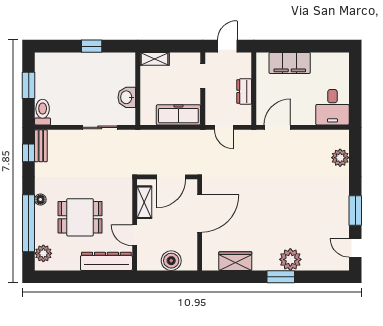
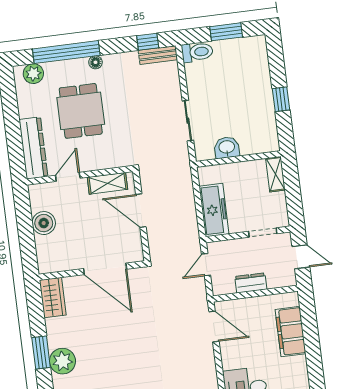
door: (200, 214) -> (105, 269), moved
wall: (200, 225) -> (92, 271), moved

